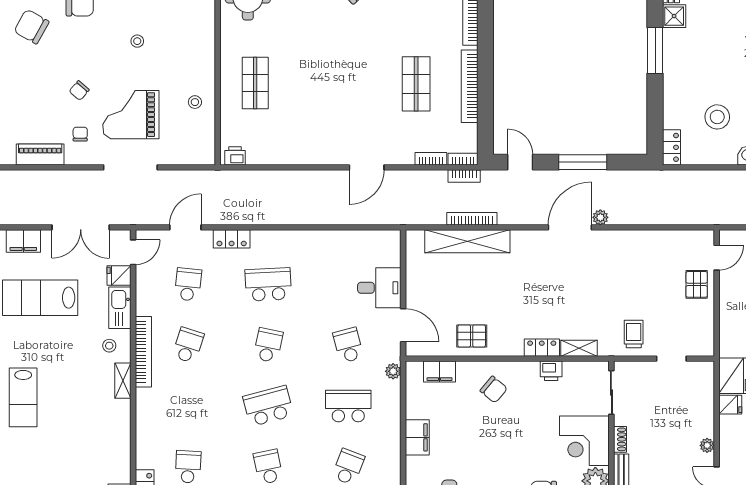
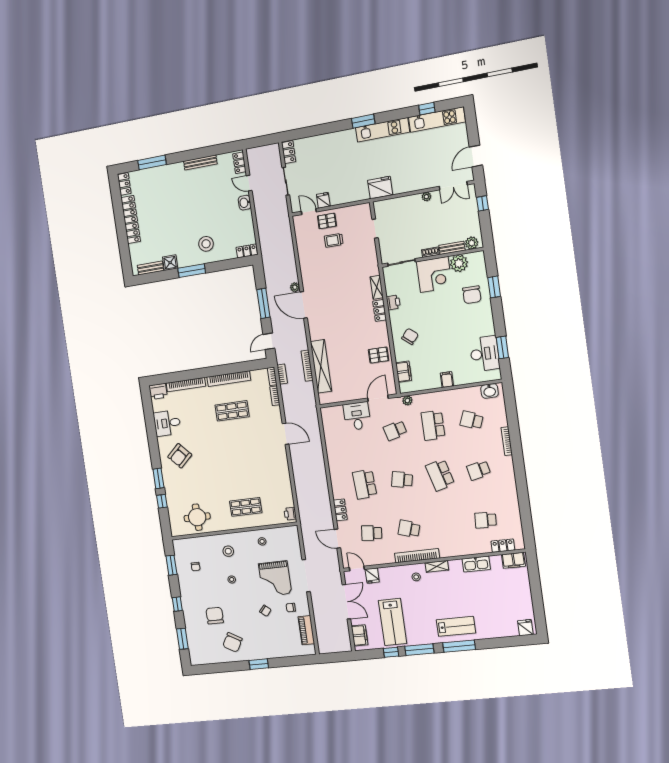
stool: (185, 42) -> (228, 551), added
stool: (717, 117) -> (206, 244), moved
kitchen sink: (120, 308) -> (476, 564), moved
trolley: (634, 334) -> (334, 240), moved
pallet: (472, 336) -> (379, 355), turned 90
fridge: (730, 405) -> (323, 200), moved
filing cabinet: (417, 437) -> (447, 380), width x0.50

